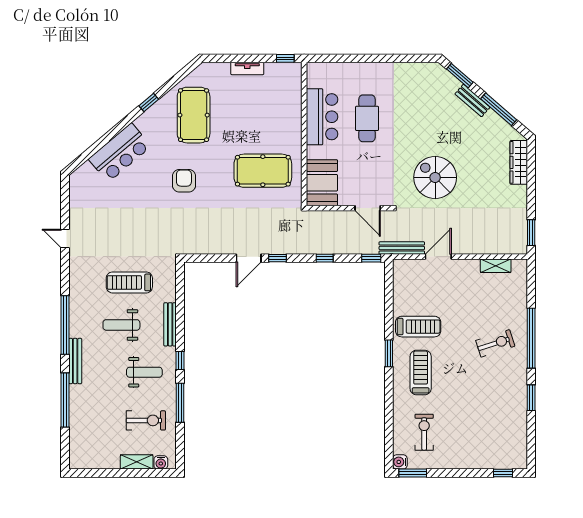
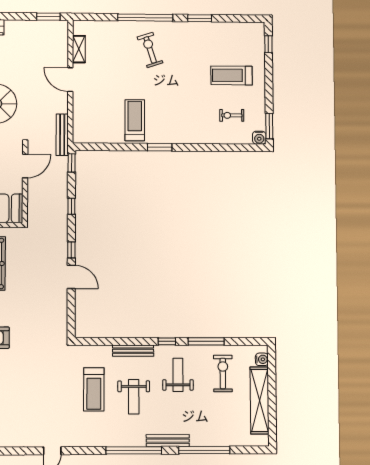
door: (438, 257) -> (70, 80), moved
treadmill: (421, 372) -> (231, 75), moved
exercise bike: (424, 432) -> (232, 115), width x0.73, depth x0.72
shelving: (137, 462) -> (260, 400), width x2.20, depth x1.33

